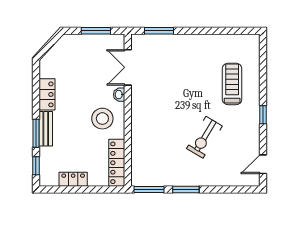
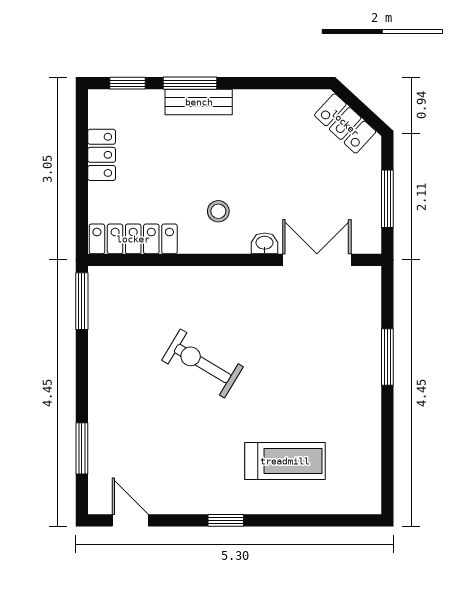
window: (159, 31) -> (387, 357), moved
locker: (47, 94) -> (345, 123), moved, turned 43
stool: (102, 119) -> (218, 211), width x0.53, depth x0.53
exercise bike: (204, 137) -> (202, 364), moved
window: (186, 189) -> (82, 448), moved

